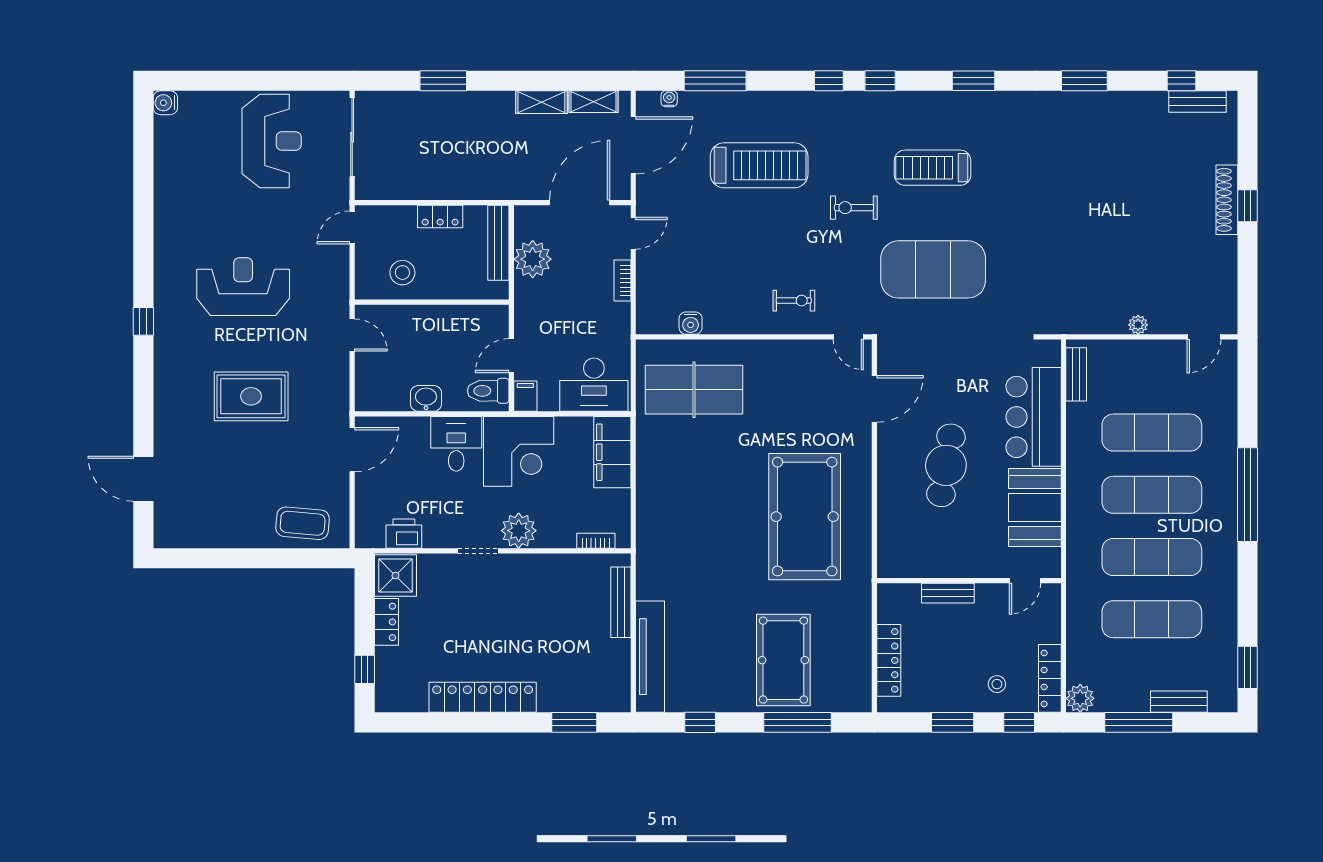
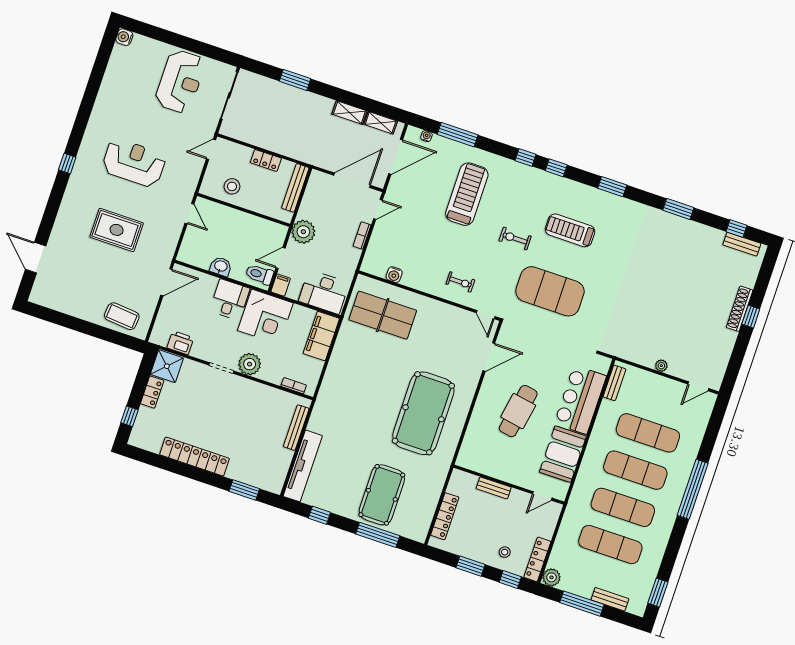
treadmill: (759, 165) -> (467, 194), turned -90
plant: (533, 259) -> (303, 232), moved

